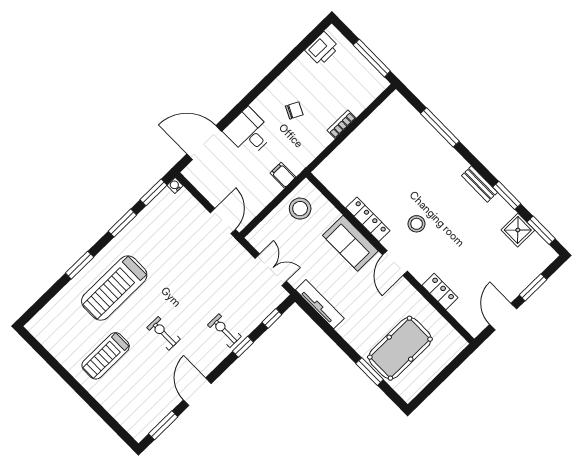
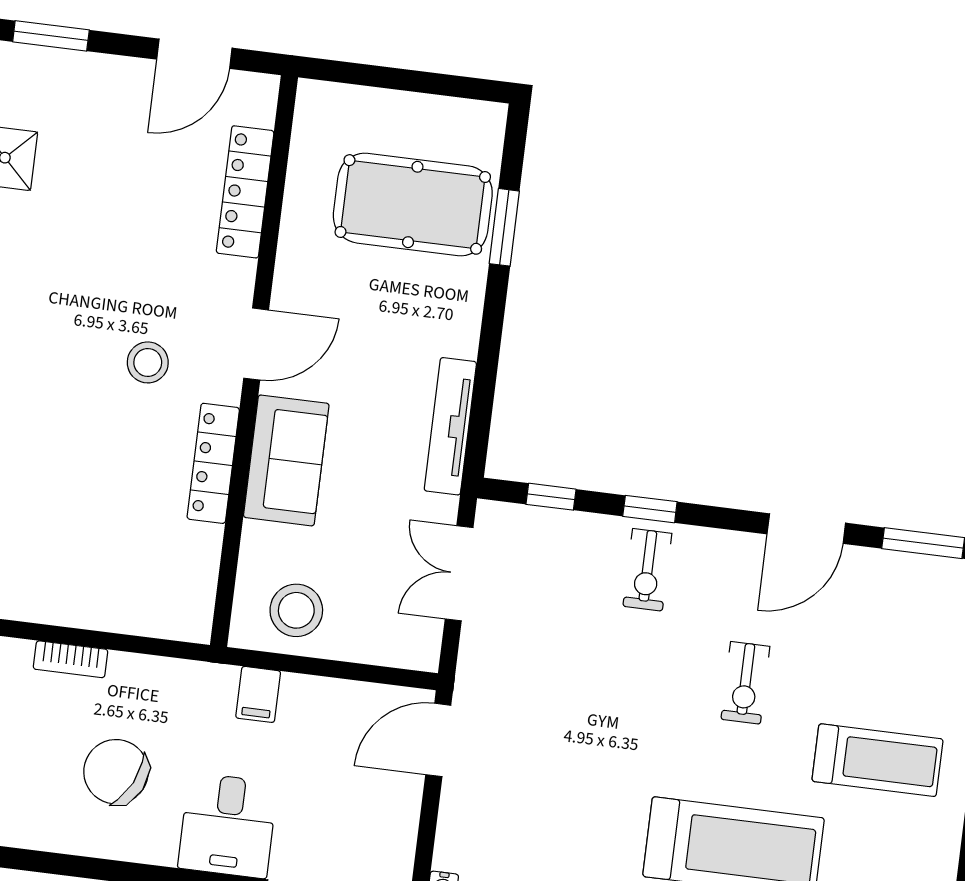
chair: (294, 110) -> (116, 772), width x1.87, depth x1.87
window: (533, 287) -> (51, 36), moved
locker: (440, 291) -> (245, 192), width x1.53

